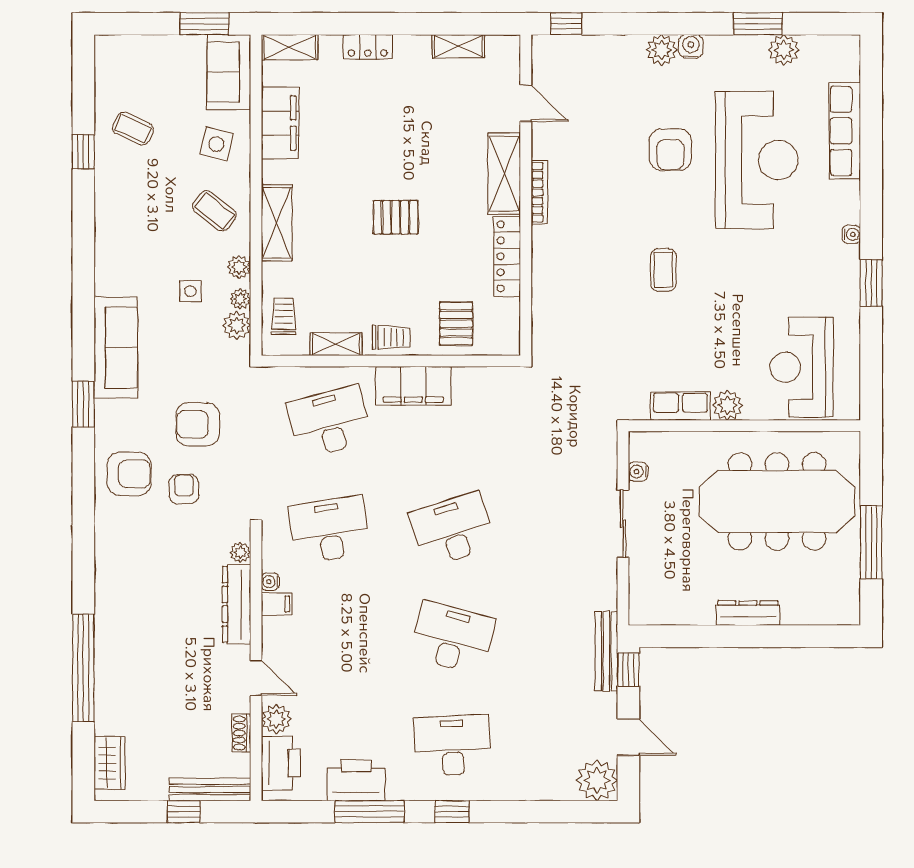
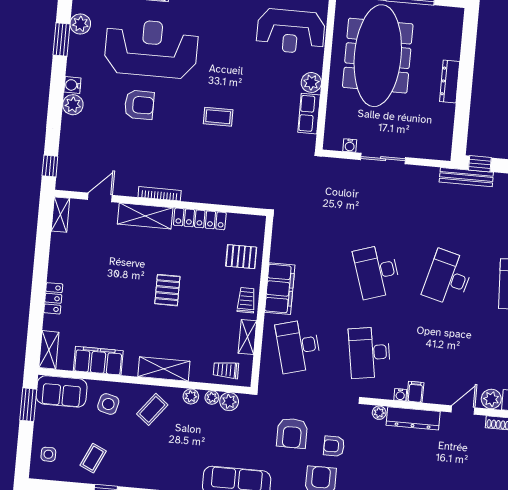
shelving: (458, 46) -> (60, 215), moved
side table: (190, 291) -> (48, 454), moved

